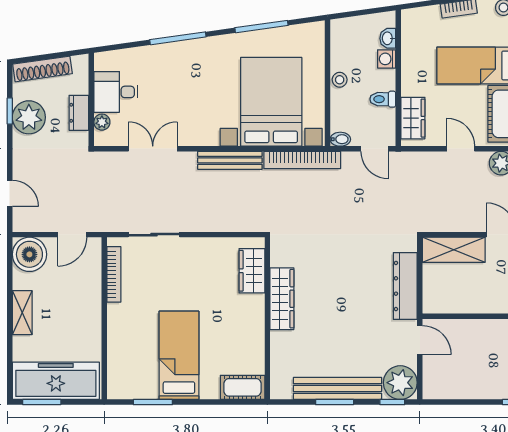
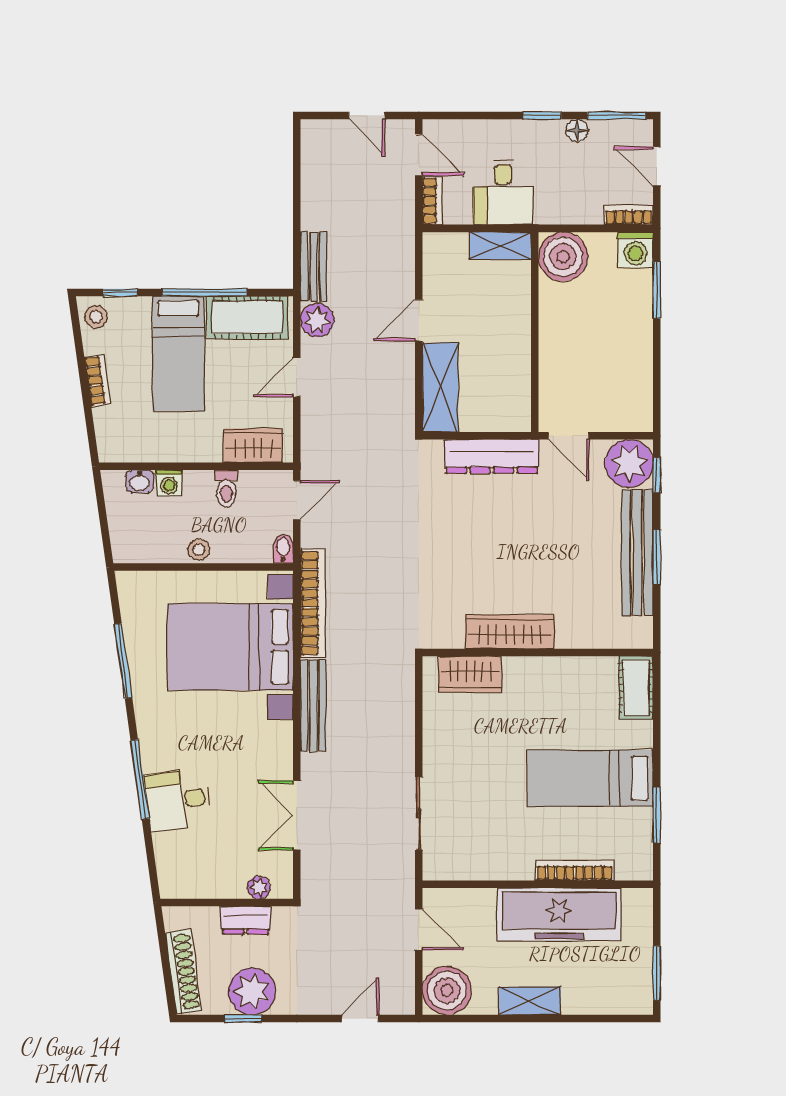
desk: (116, 92) -> (178, 800), moved, turned 82
bookcase: (114, 274) -> (575, 871), moved
door: (420, 340) -> (569, 436), swing flipped
freezer: (56, 381) -> (559, 914), moved, turned -90

